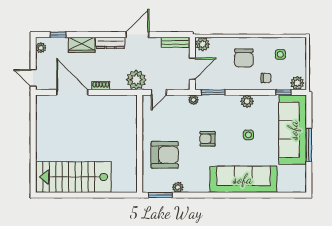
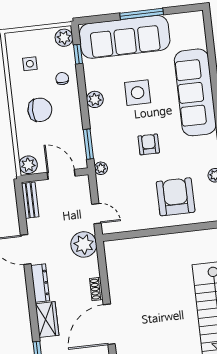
side table: (248, 135) -> (138, 93), width x1.87, depth x1.87
armchair: (208, 139) -> (149, 144), turned 180

